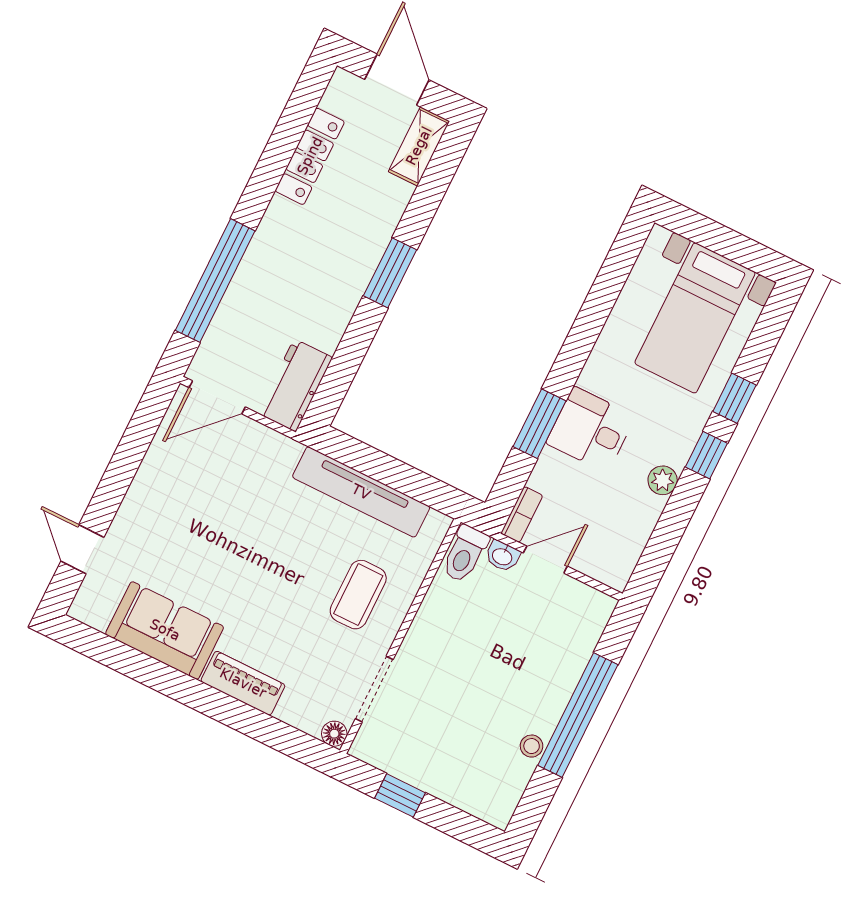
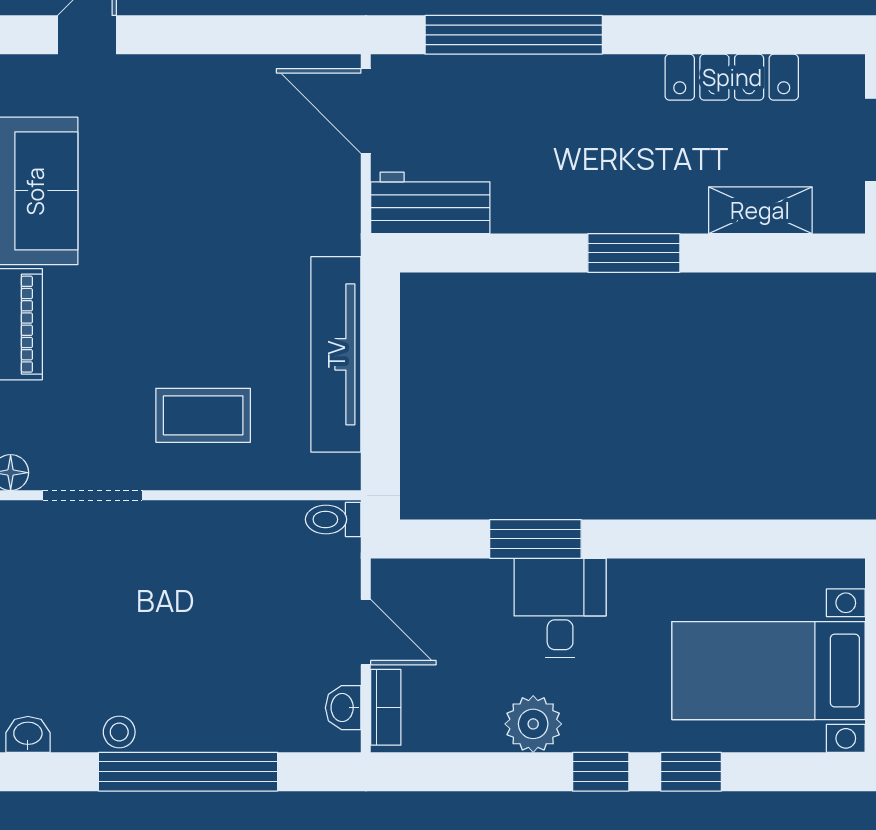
shelving: (419, 146) -> (760, 210), moved
plant: (663, 480) -> (533, 724), width x1.38, depth x1.38
bookcase: (522, 514) -> (386, 707), moved, turned -90
toilet: (465, 554) -> (333, 519), width x0.73, depth x0.72
washbasin: (502, 556) -> (343, 708), moved
washbasin: (505, 804) -> (28, 734), added

